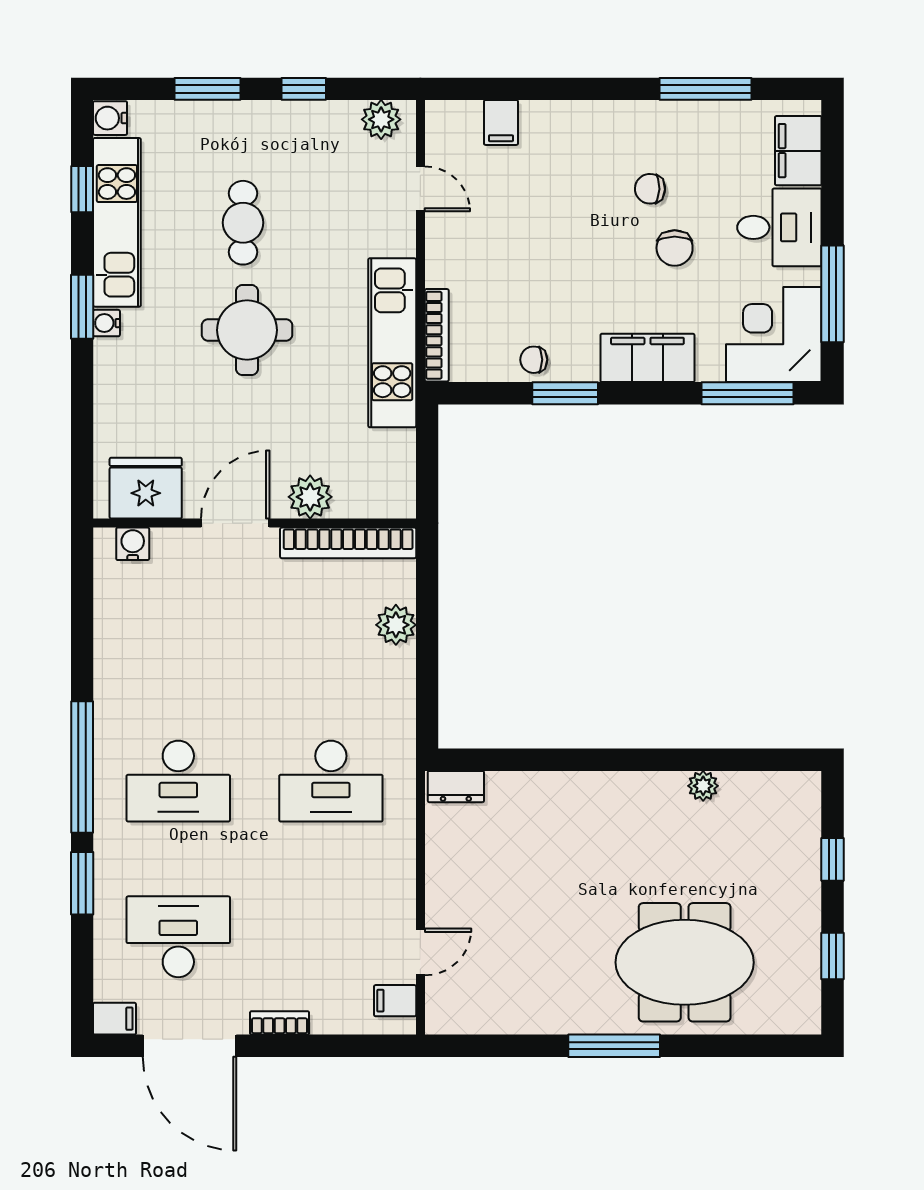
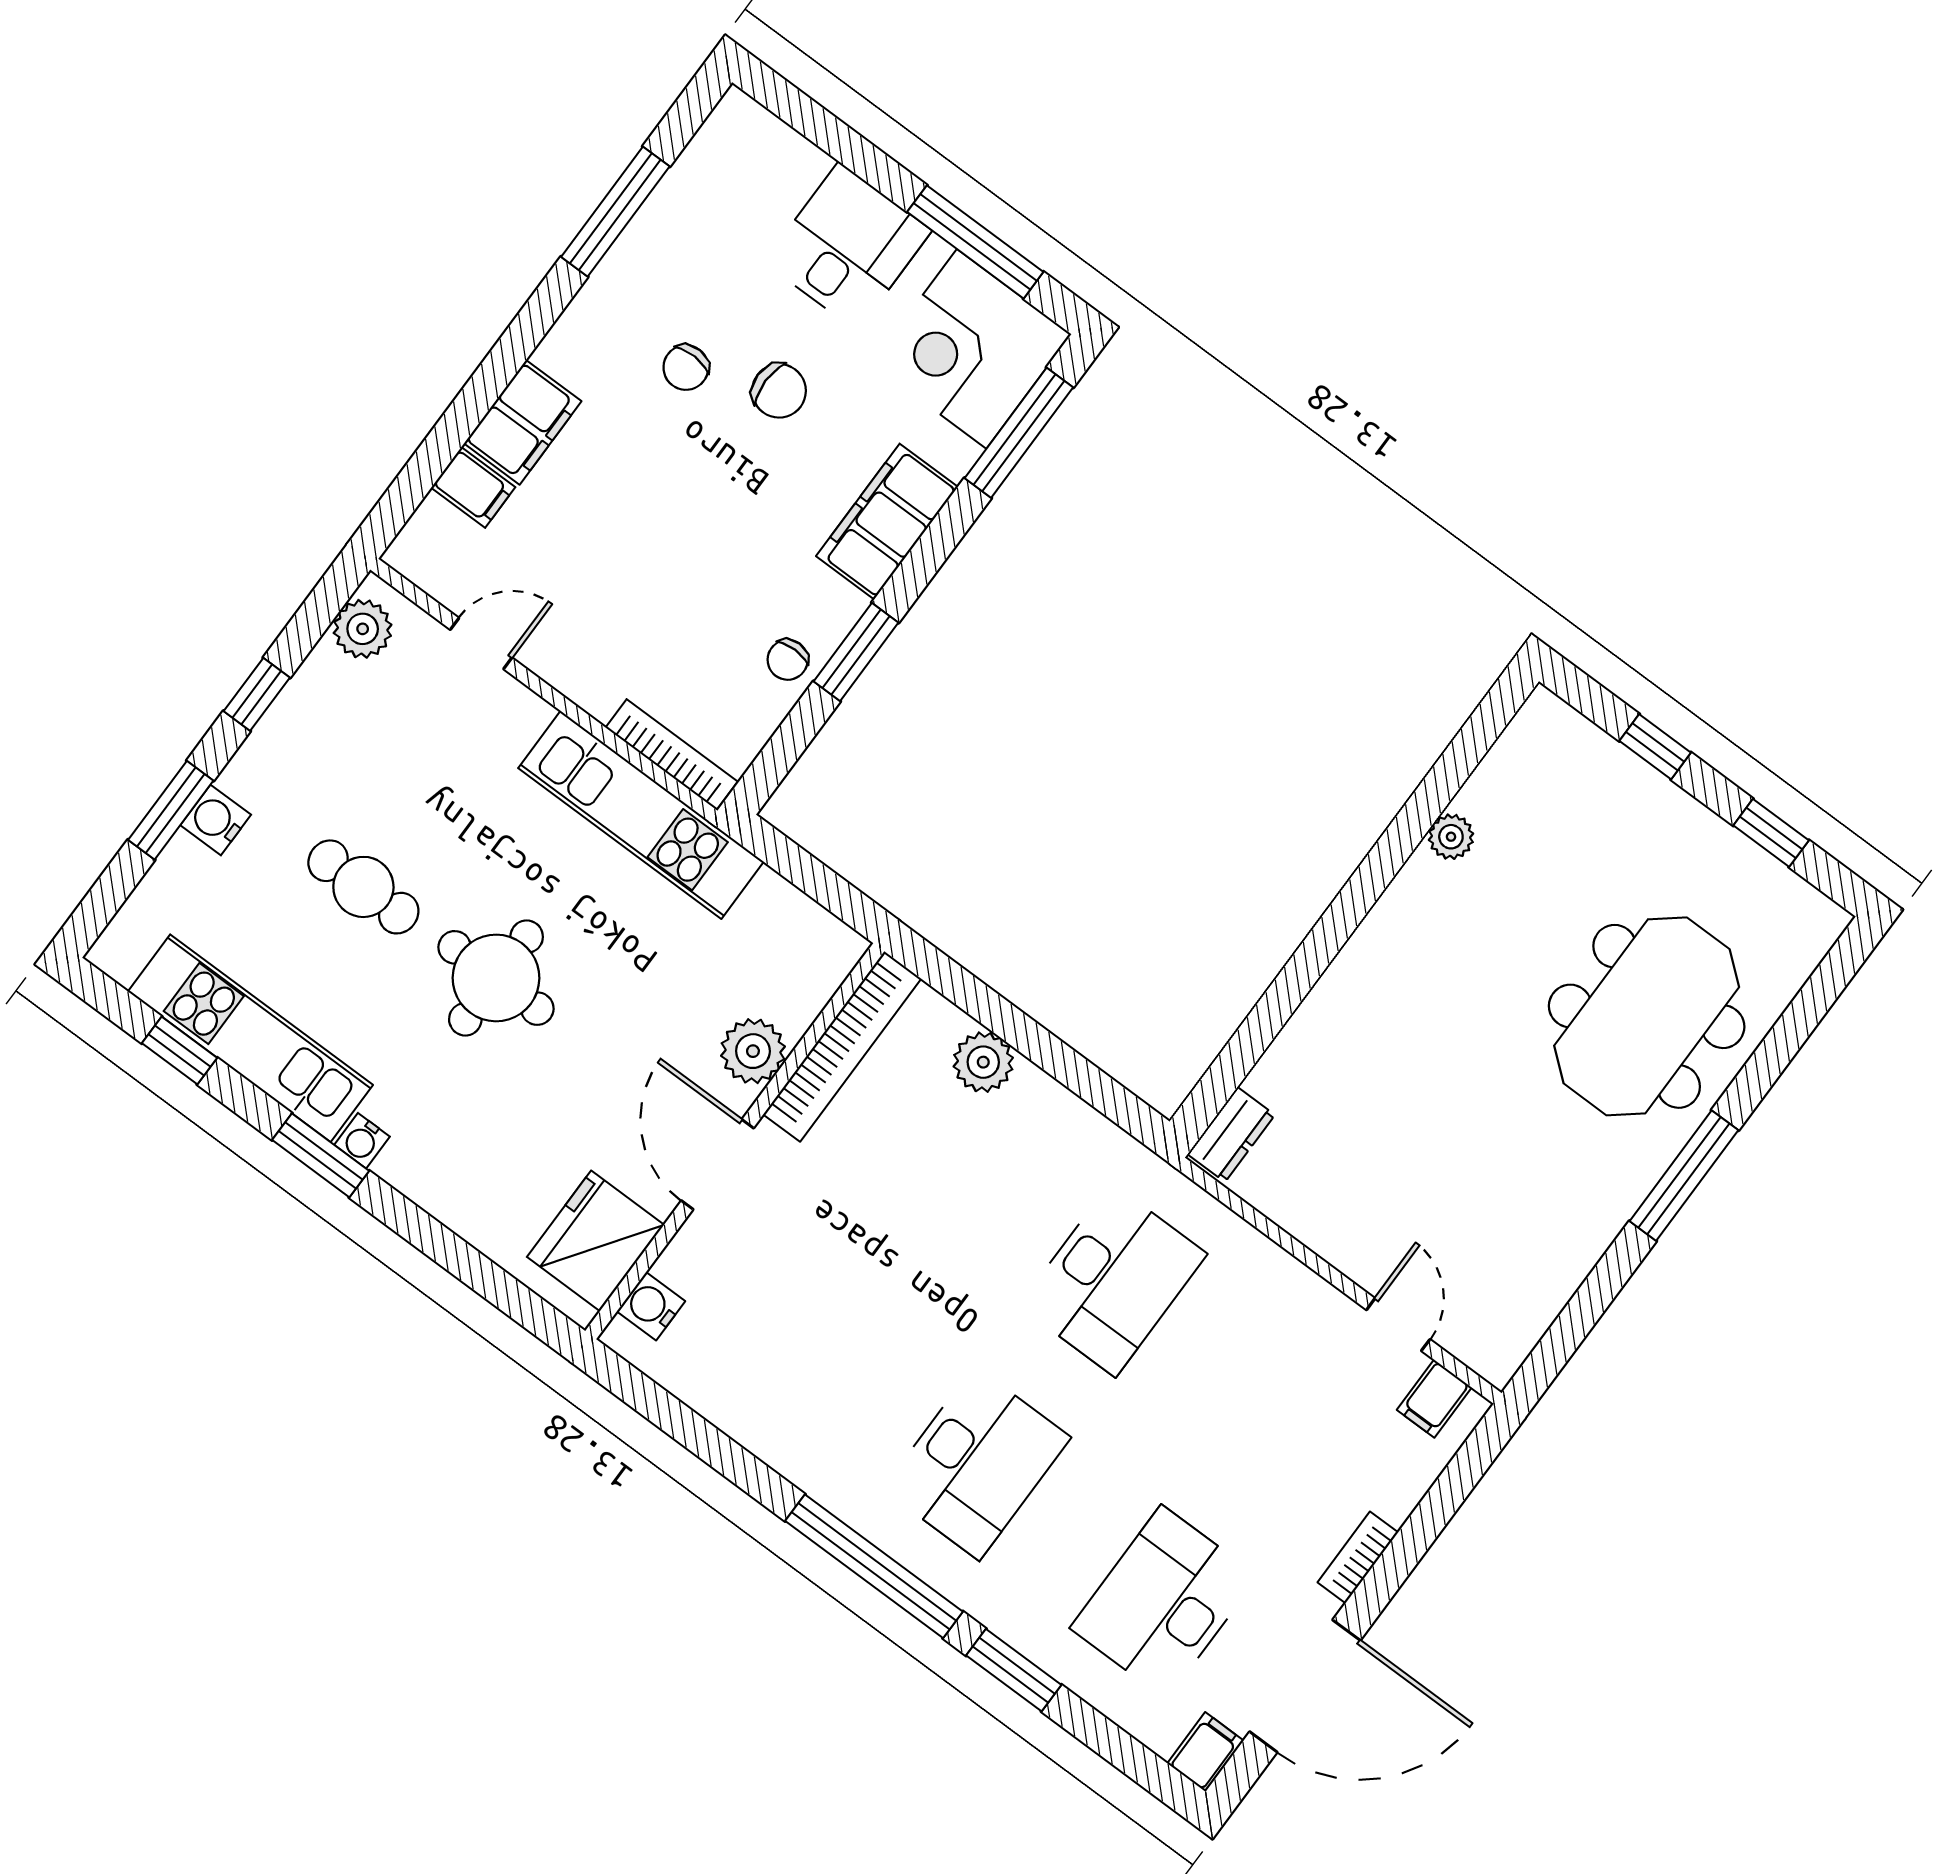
water cooler: (110, 118) -> (216, 820), moved, turned 90
filing cabinet: (798, 151) -> (523, 422), moved, turned -90

